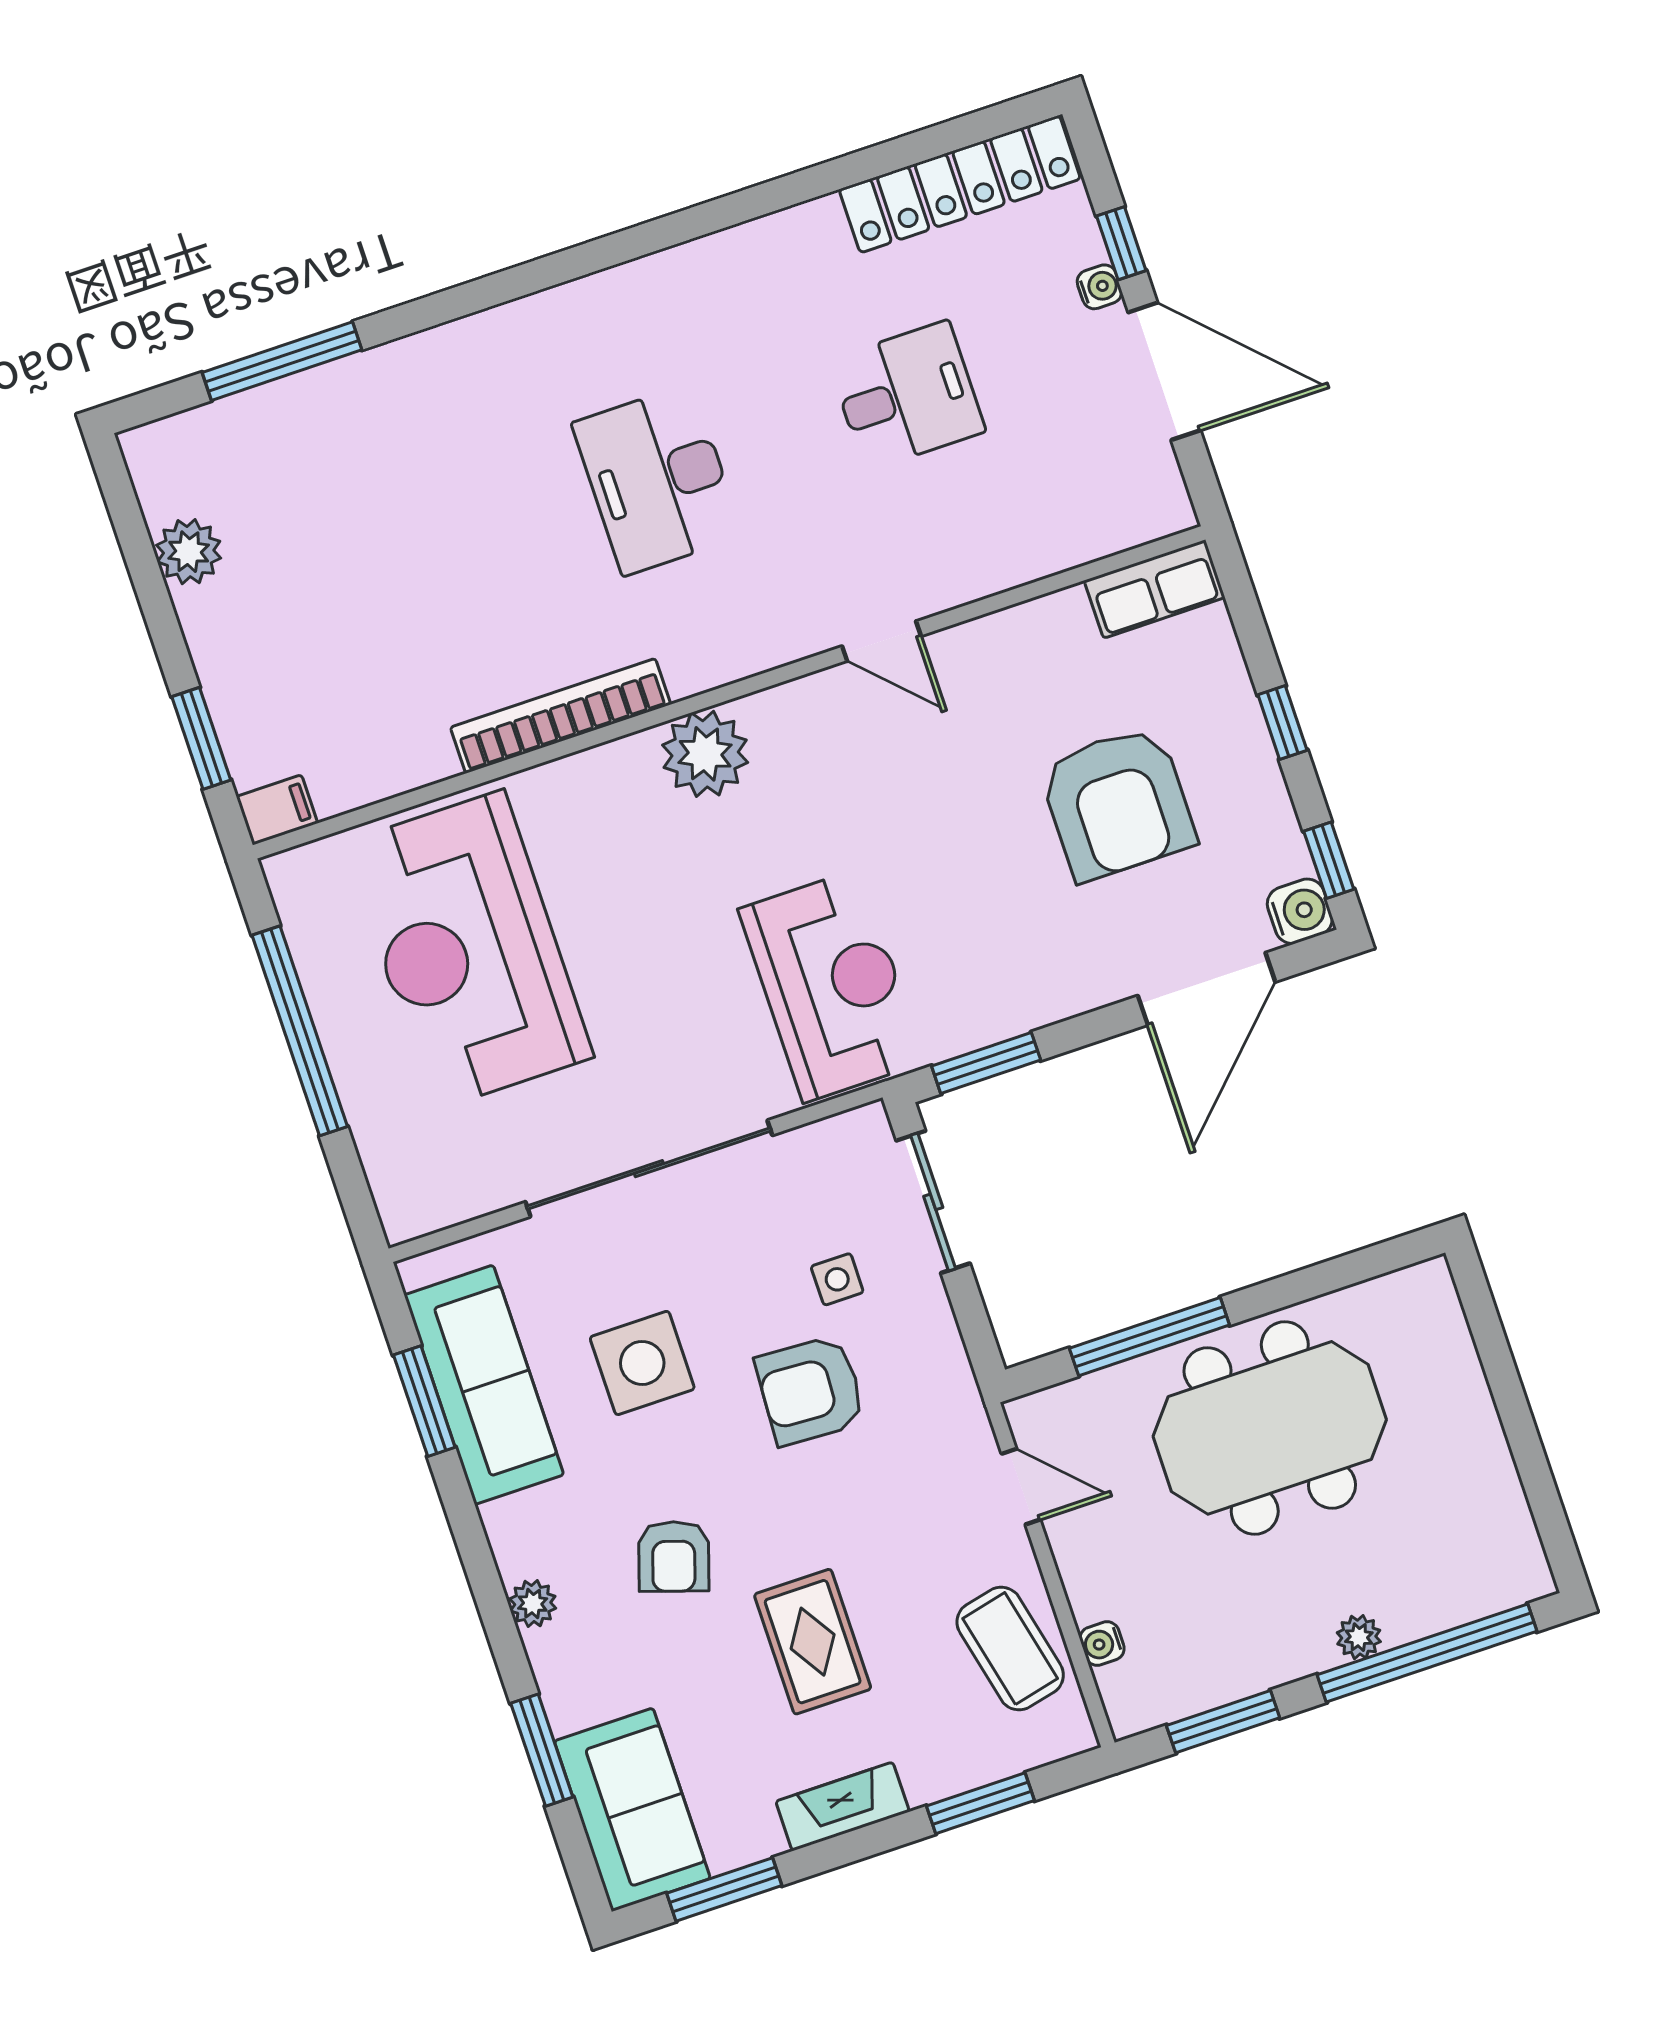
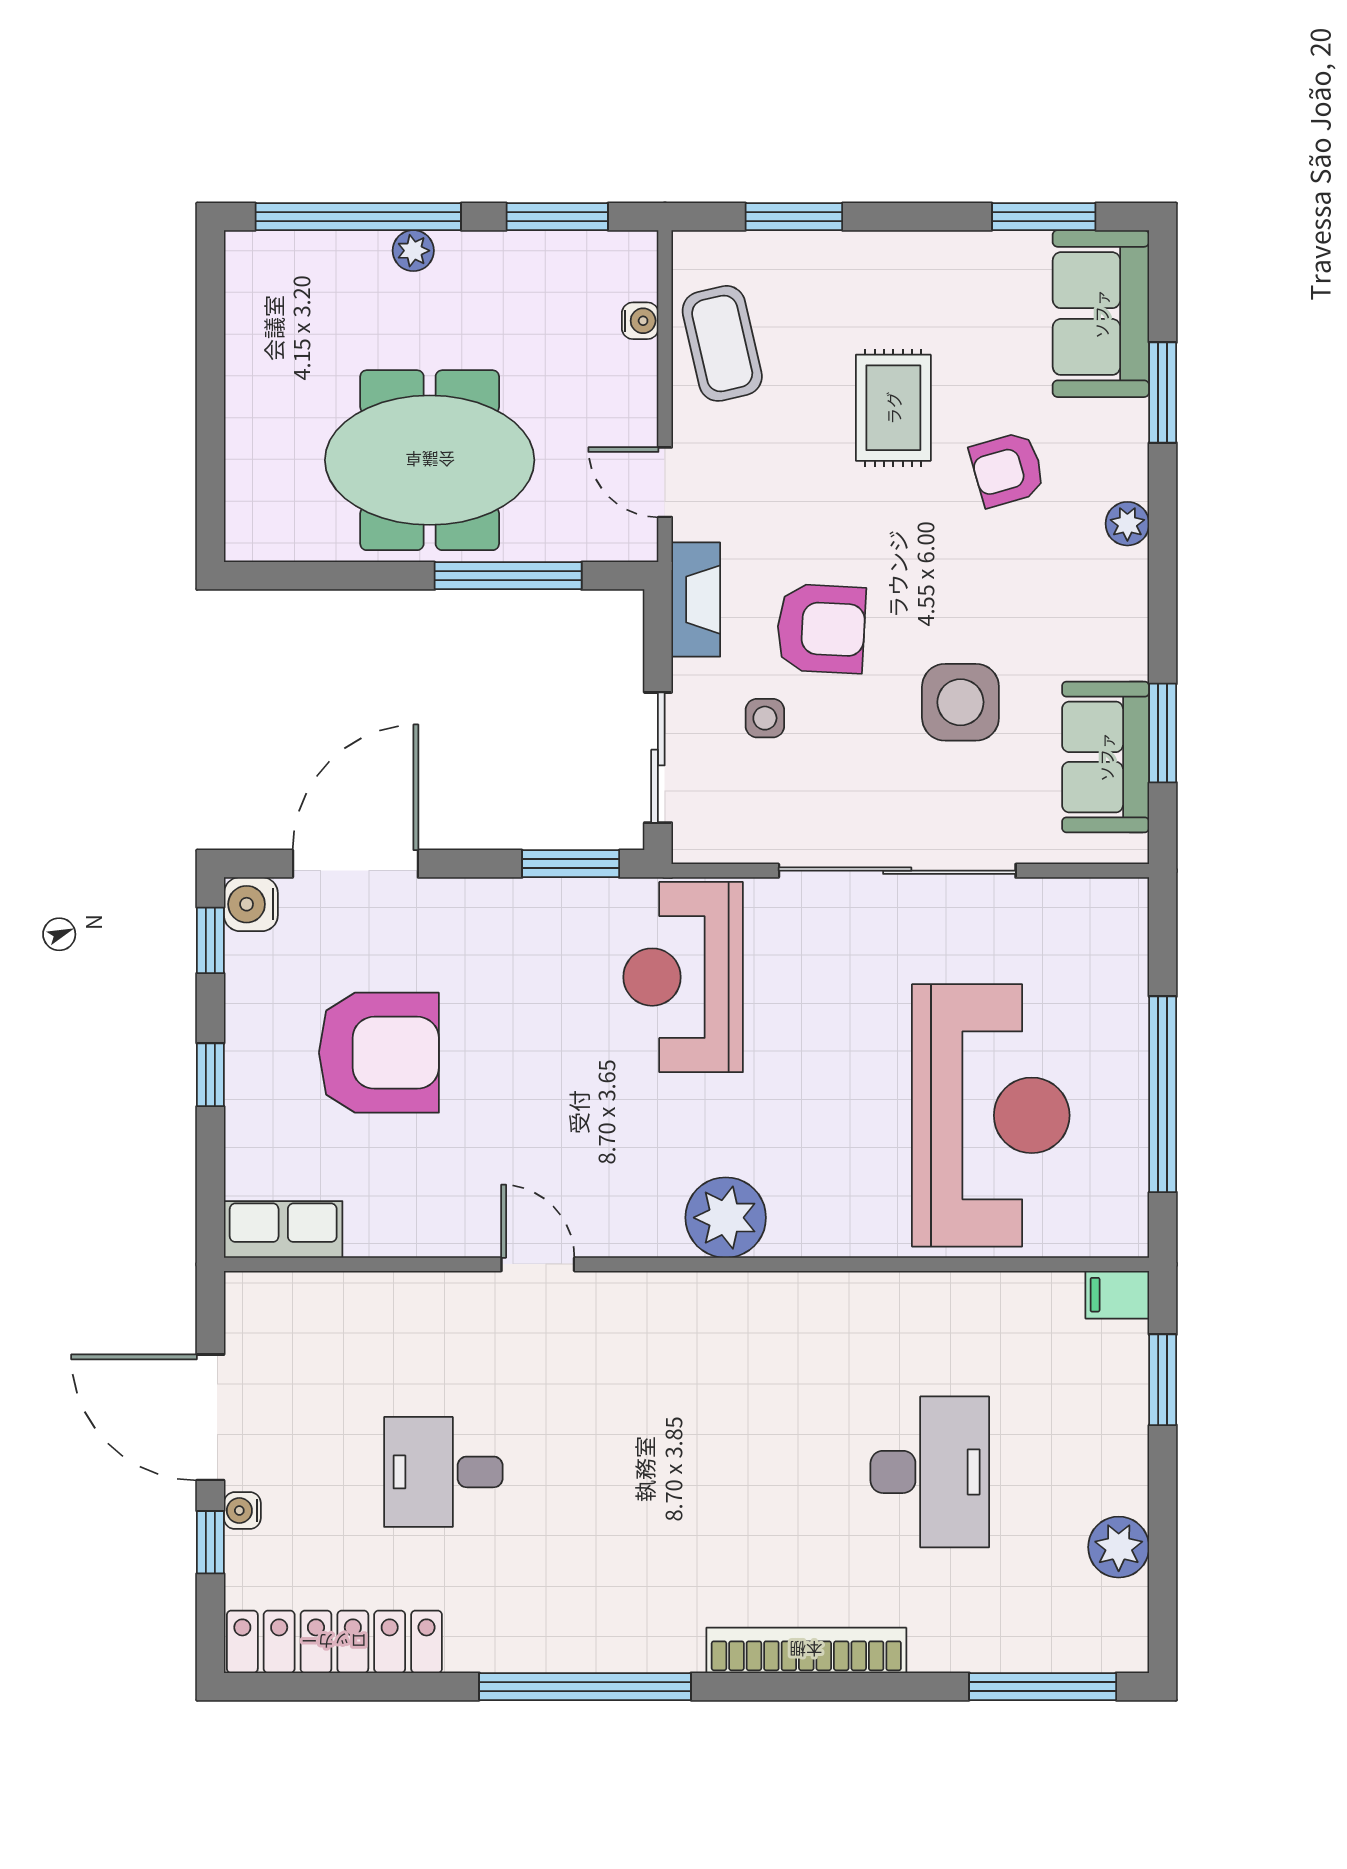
window: (687, 225) -> (585, 1687), added
window: (282, 361) -> (1043, 1687), moved
desk: (657, 480) -> (930, 1472), moved
bookcase: (561, 716) -> (806, 1650), moved, turned 180
armchair: (1117, 803) -> (379, 1053), turned 90
sofa: (484, 1385) -> (1106, 757), width x0.73
armchair: (674, 1556) -> (1008, 469), moved, turned -124
fireplace: (843, 1806) -> (696, 600), moved, turned -90

